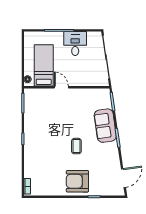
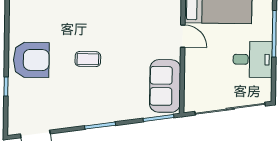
door: (61, 87) -> (183, 36), hinge flipped
sofa: (105, 126) -> (165, 86), moved, turned -82
armchair: (77, 181) -> (31, 60), turned 90

